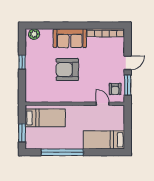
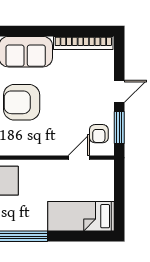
door: (103, 104) -> (79, 158), hinge flipped

